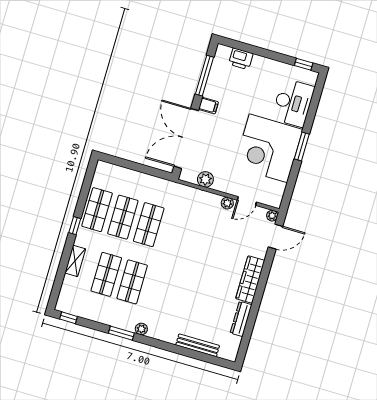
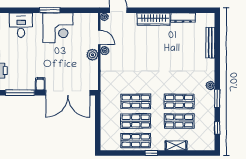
desk: (293, 103) -> (21, 25), width x0.73
corner desk: (268, 148) -> (58, 28), width x0.74, depth x0.74
plant: (205, 179) -> (92, 55), moved
window: (68, 318) -> (217, 128), moved

